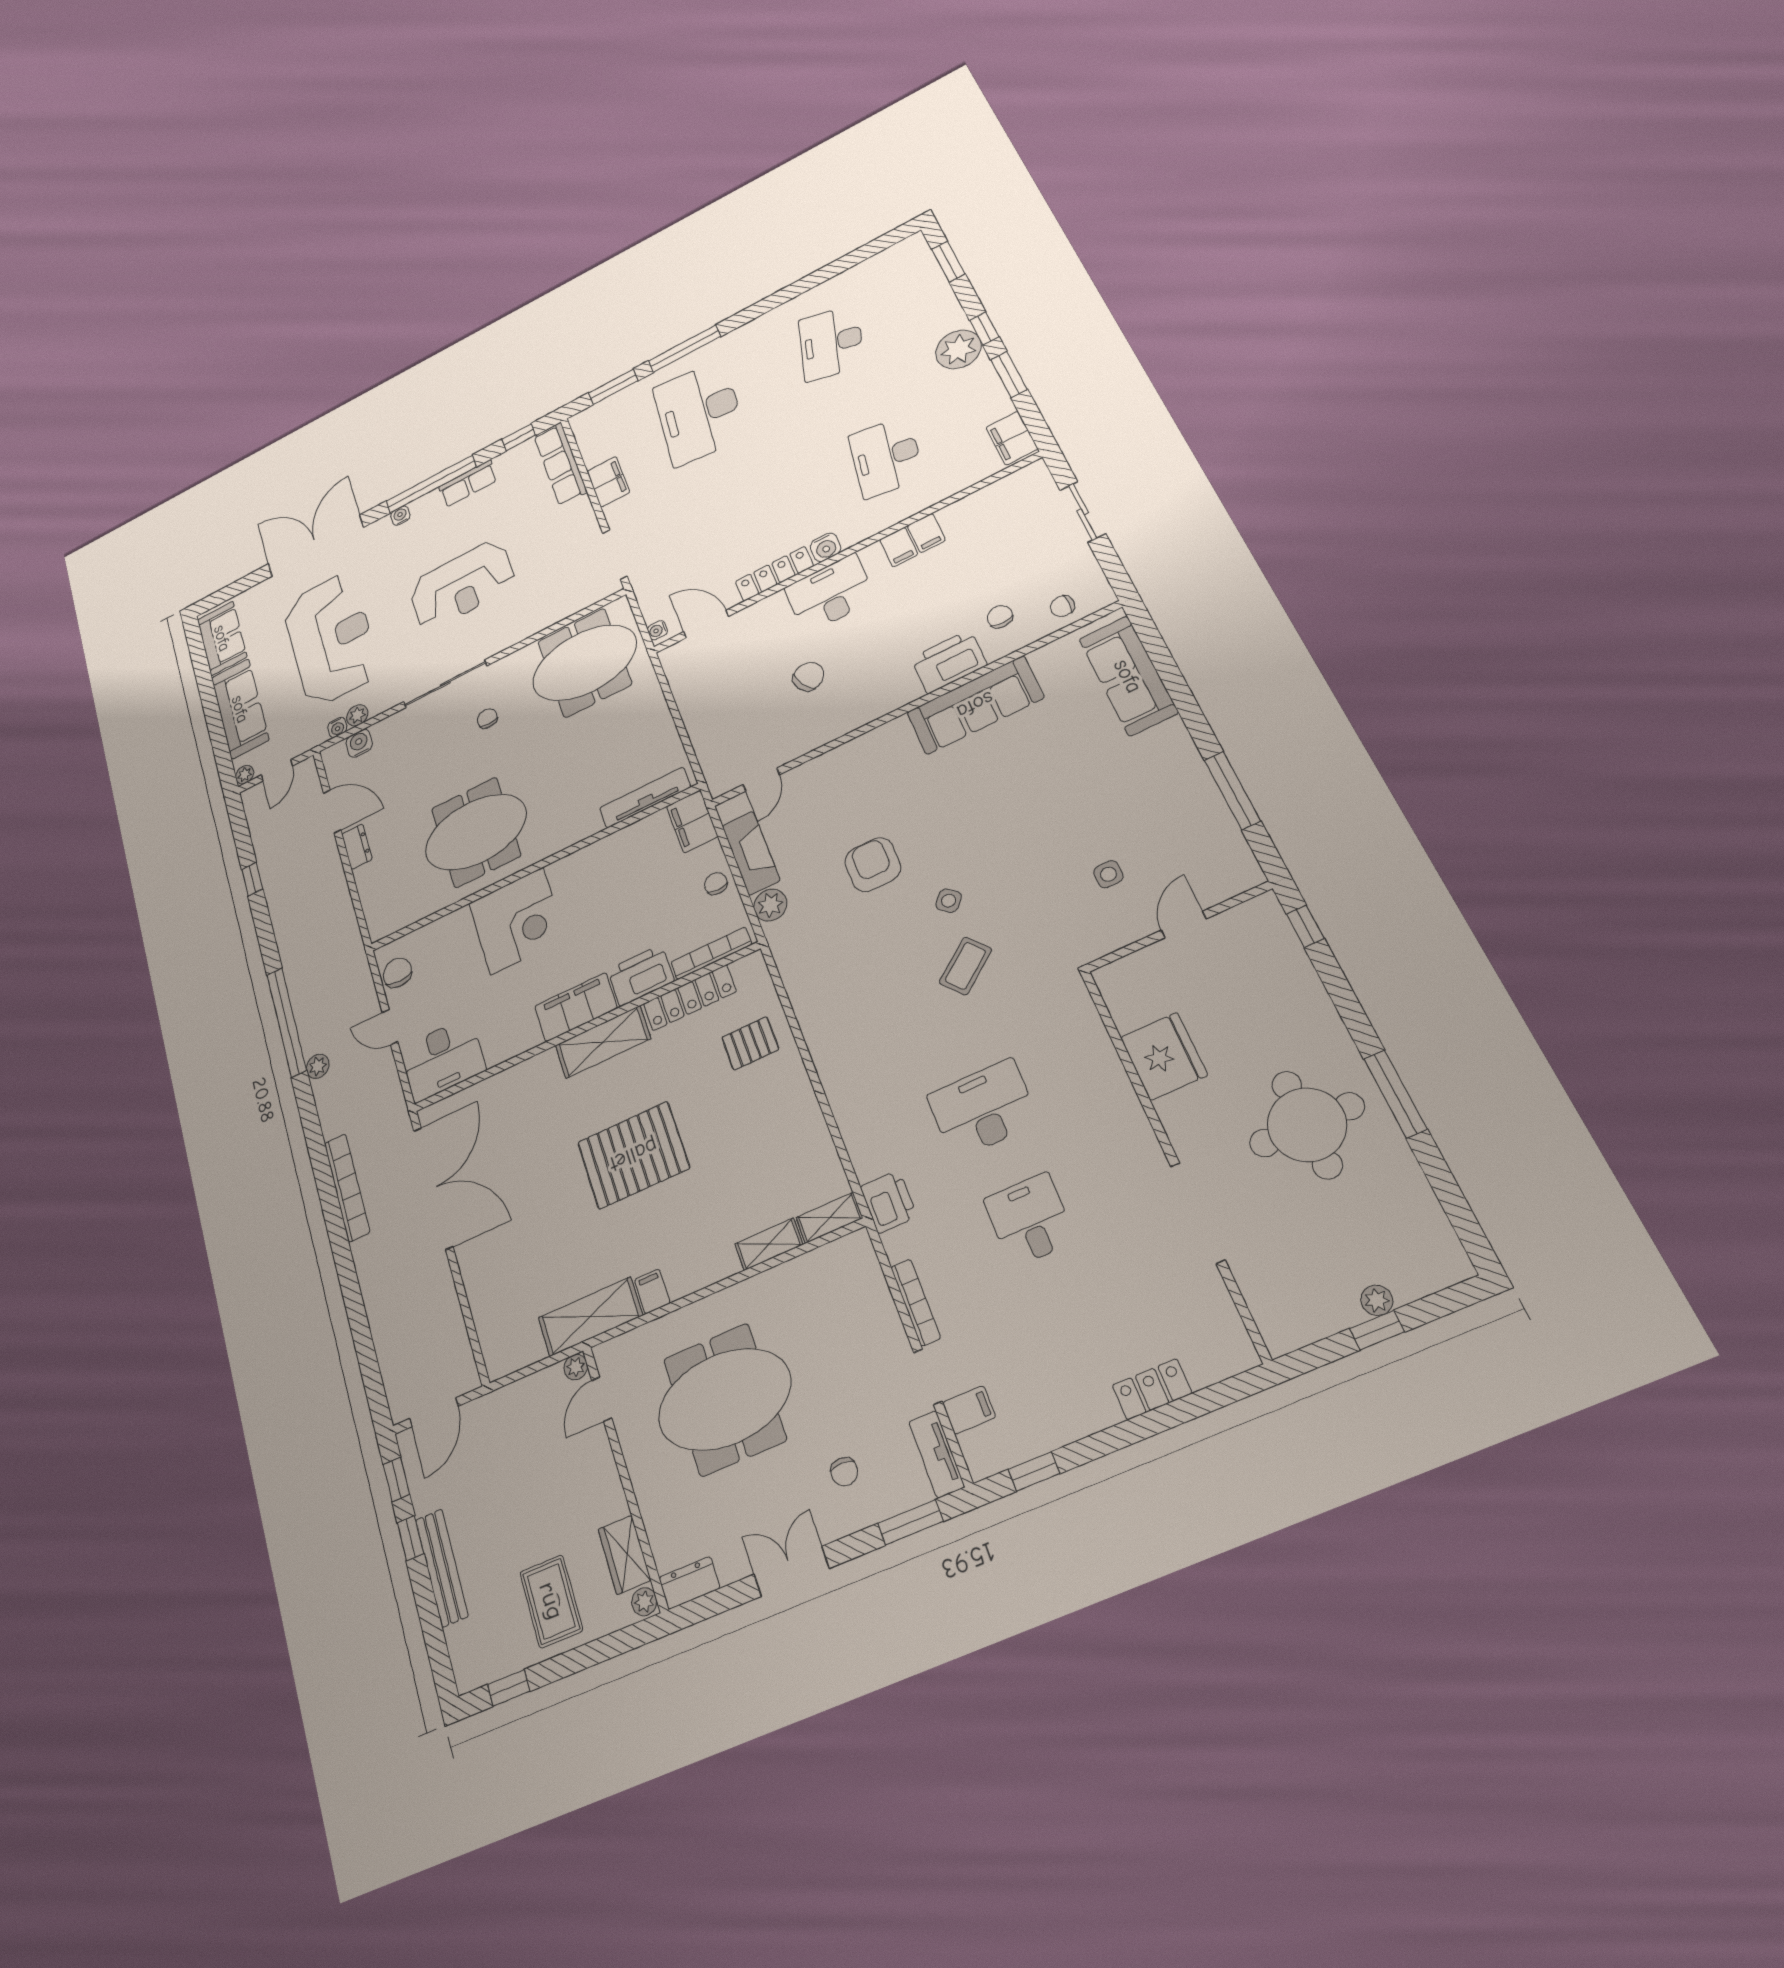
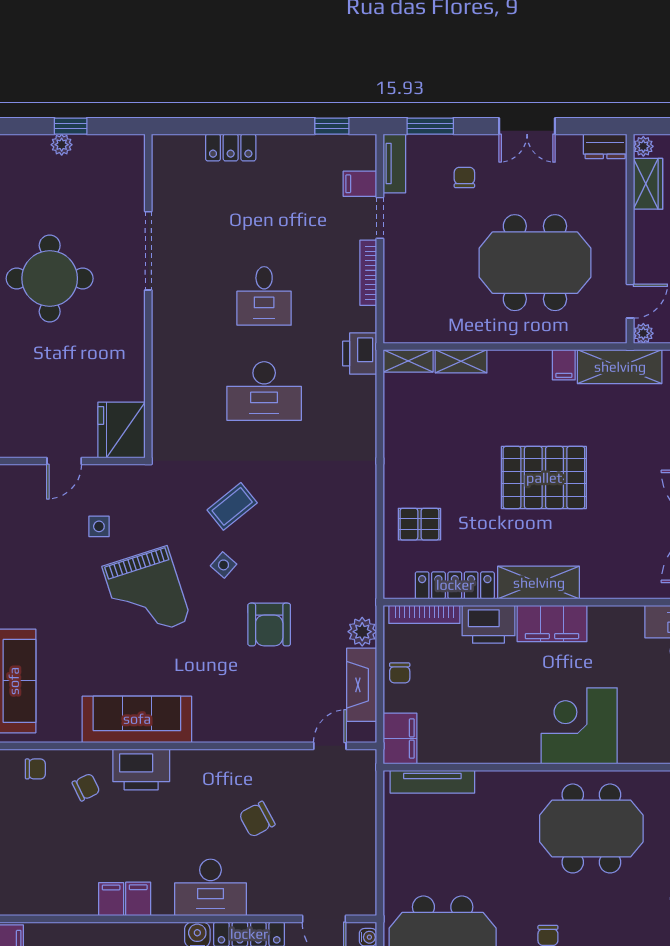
chair: (1000, 617) -> (86, 787), turned -116
grand piano: (1021, 831) -> (147, 594), added
fridge: (1164, 1056) -> (122, 430), moved

